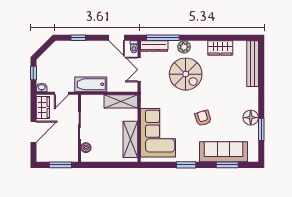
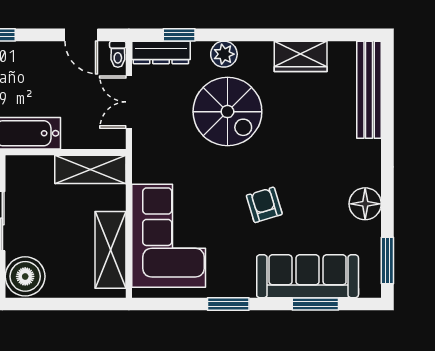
window: (163, 38) -> (179, 35), width x0.46
window: (261, 129) -> (387, 260), moved
boiler: (86, 148) -> (25, 276), width x1.86, depth x1.86

